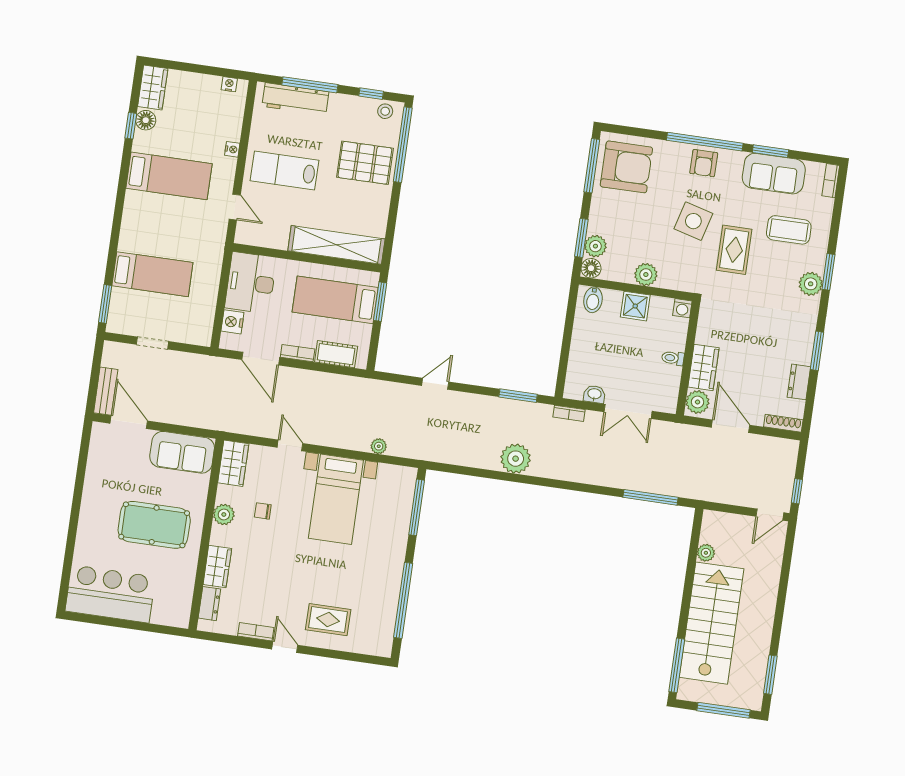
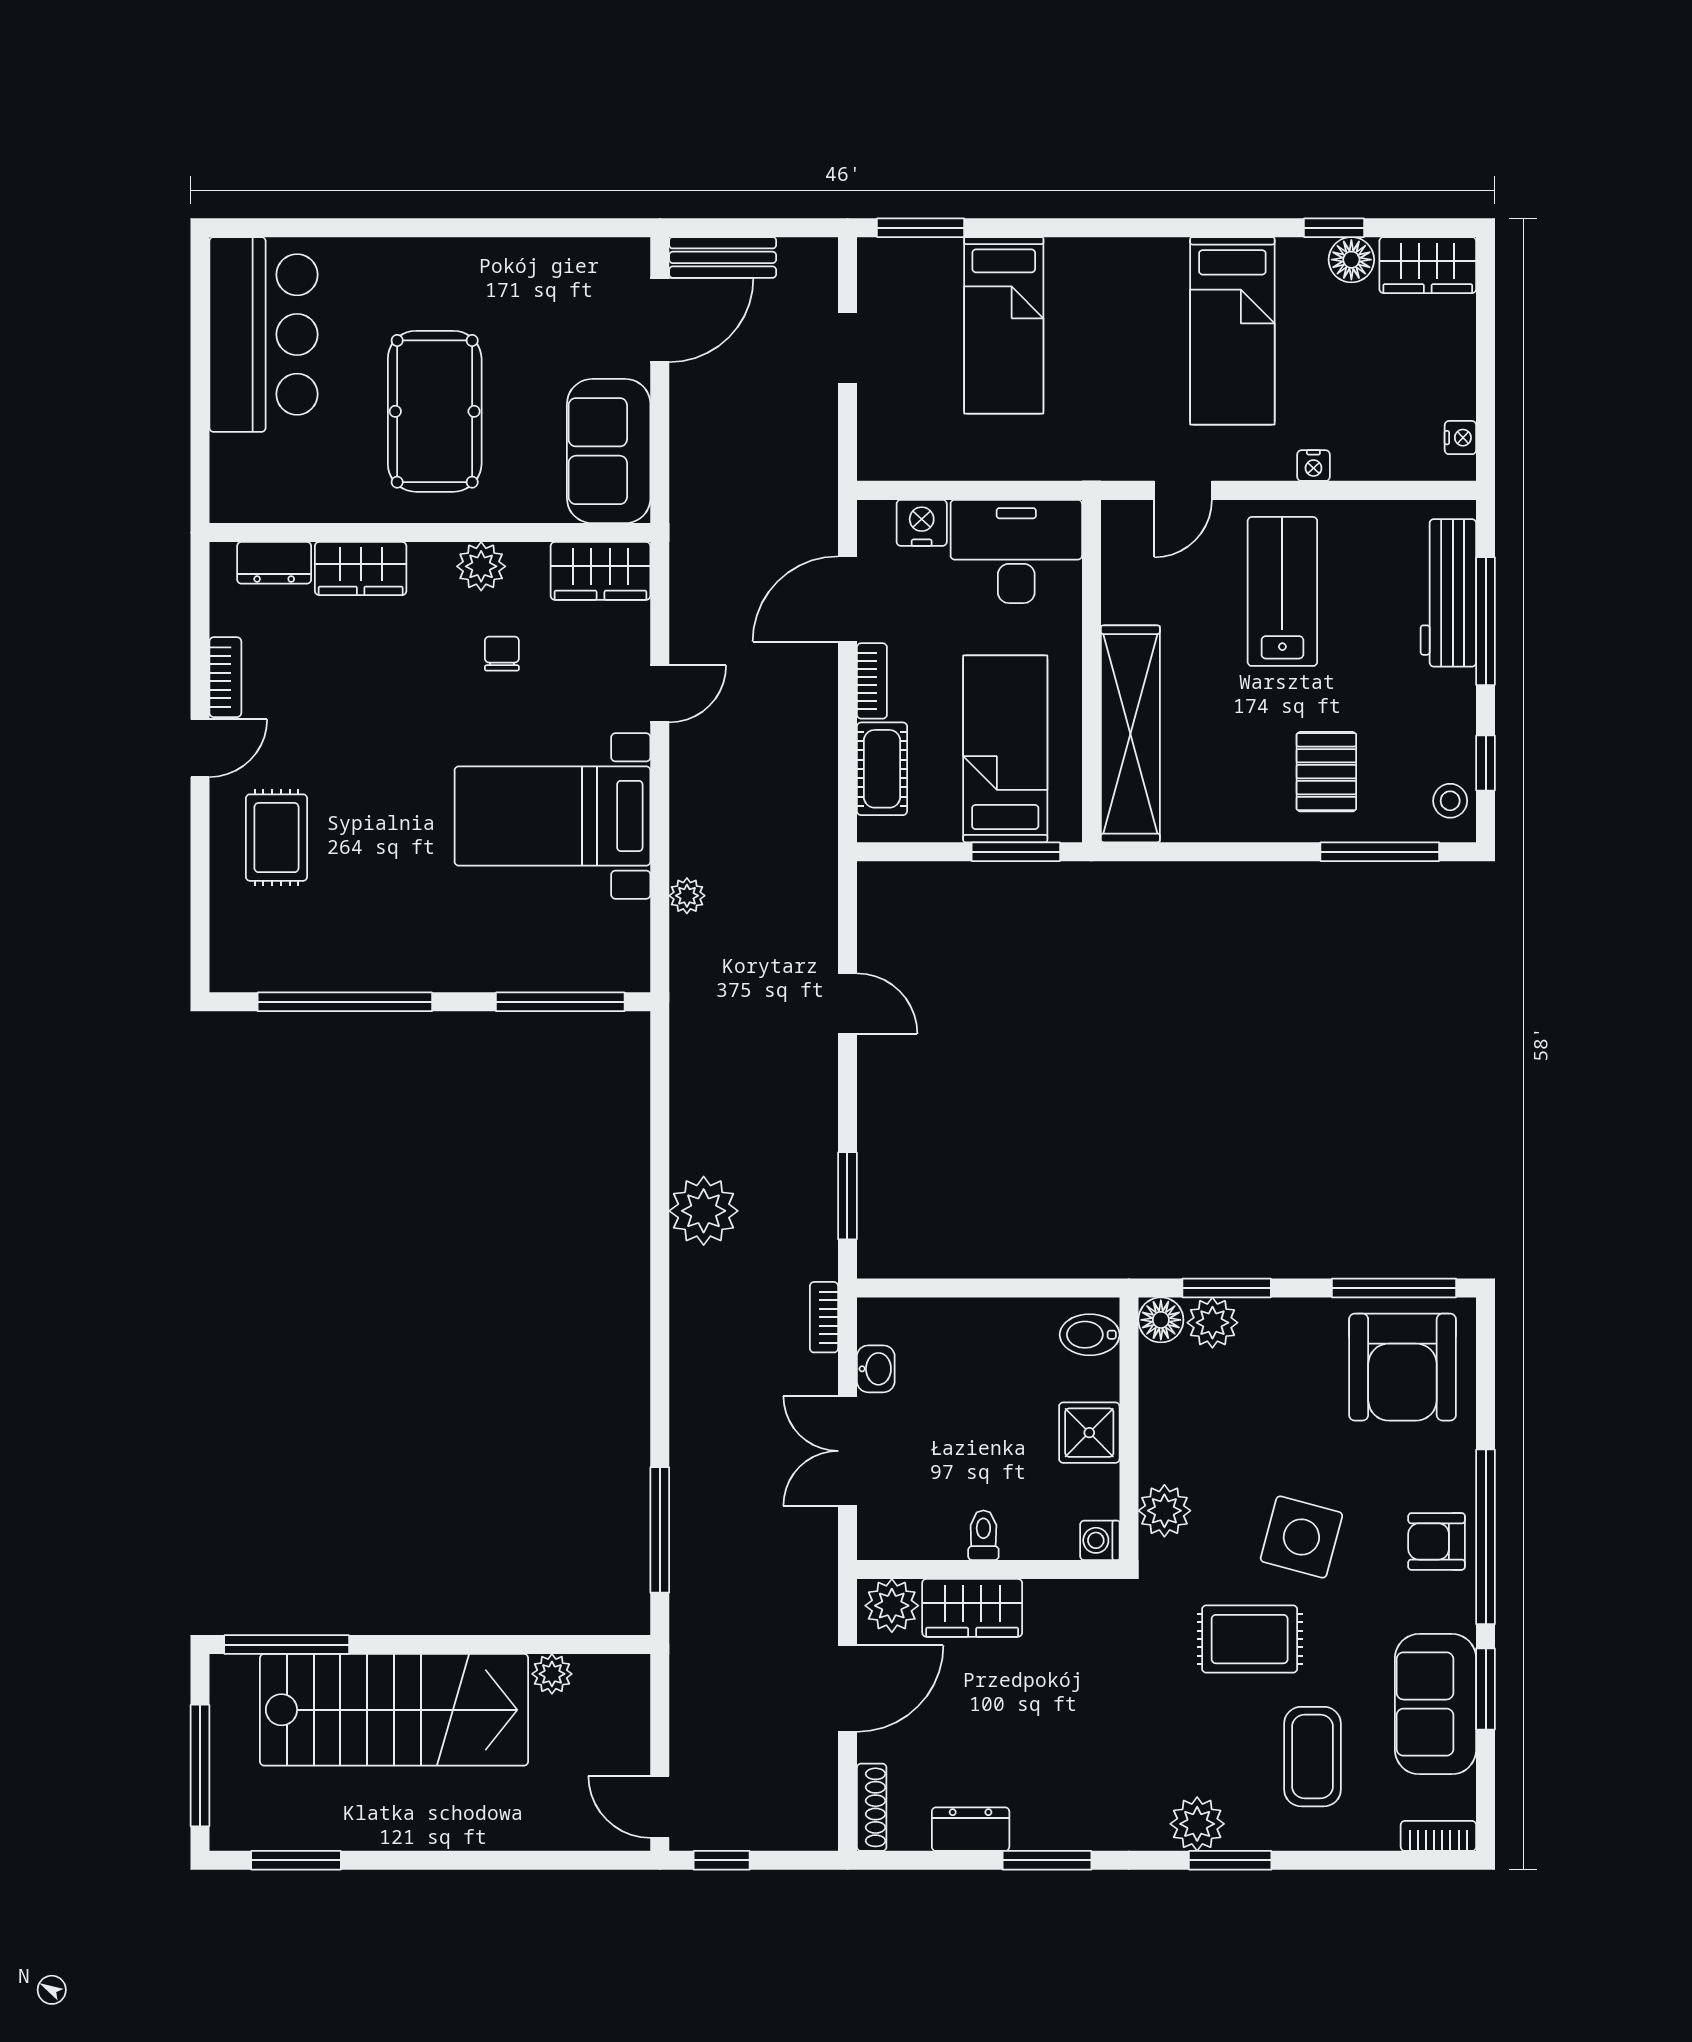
window: (403, 145) -> (1380, 852), width x0.68
pallet: (365, 163) -> (1326, 772), width x0.67, depth x0.71
plant: (646, 275) -> (1164, 1511), moved

